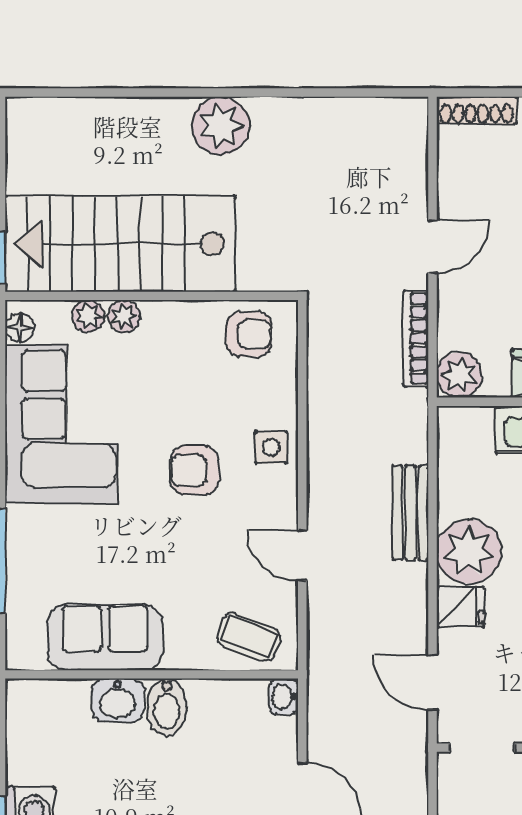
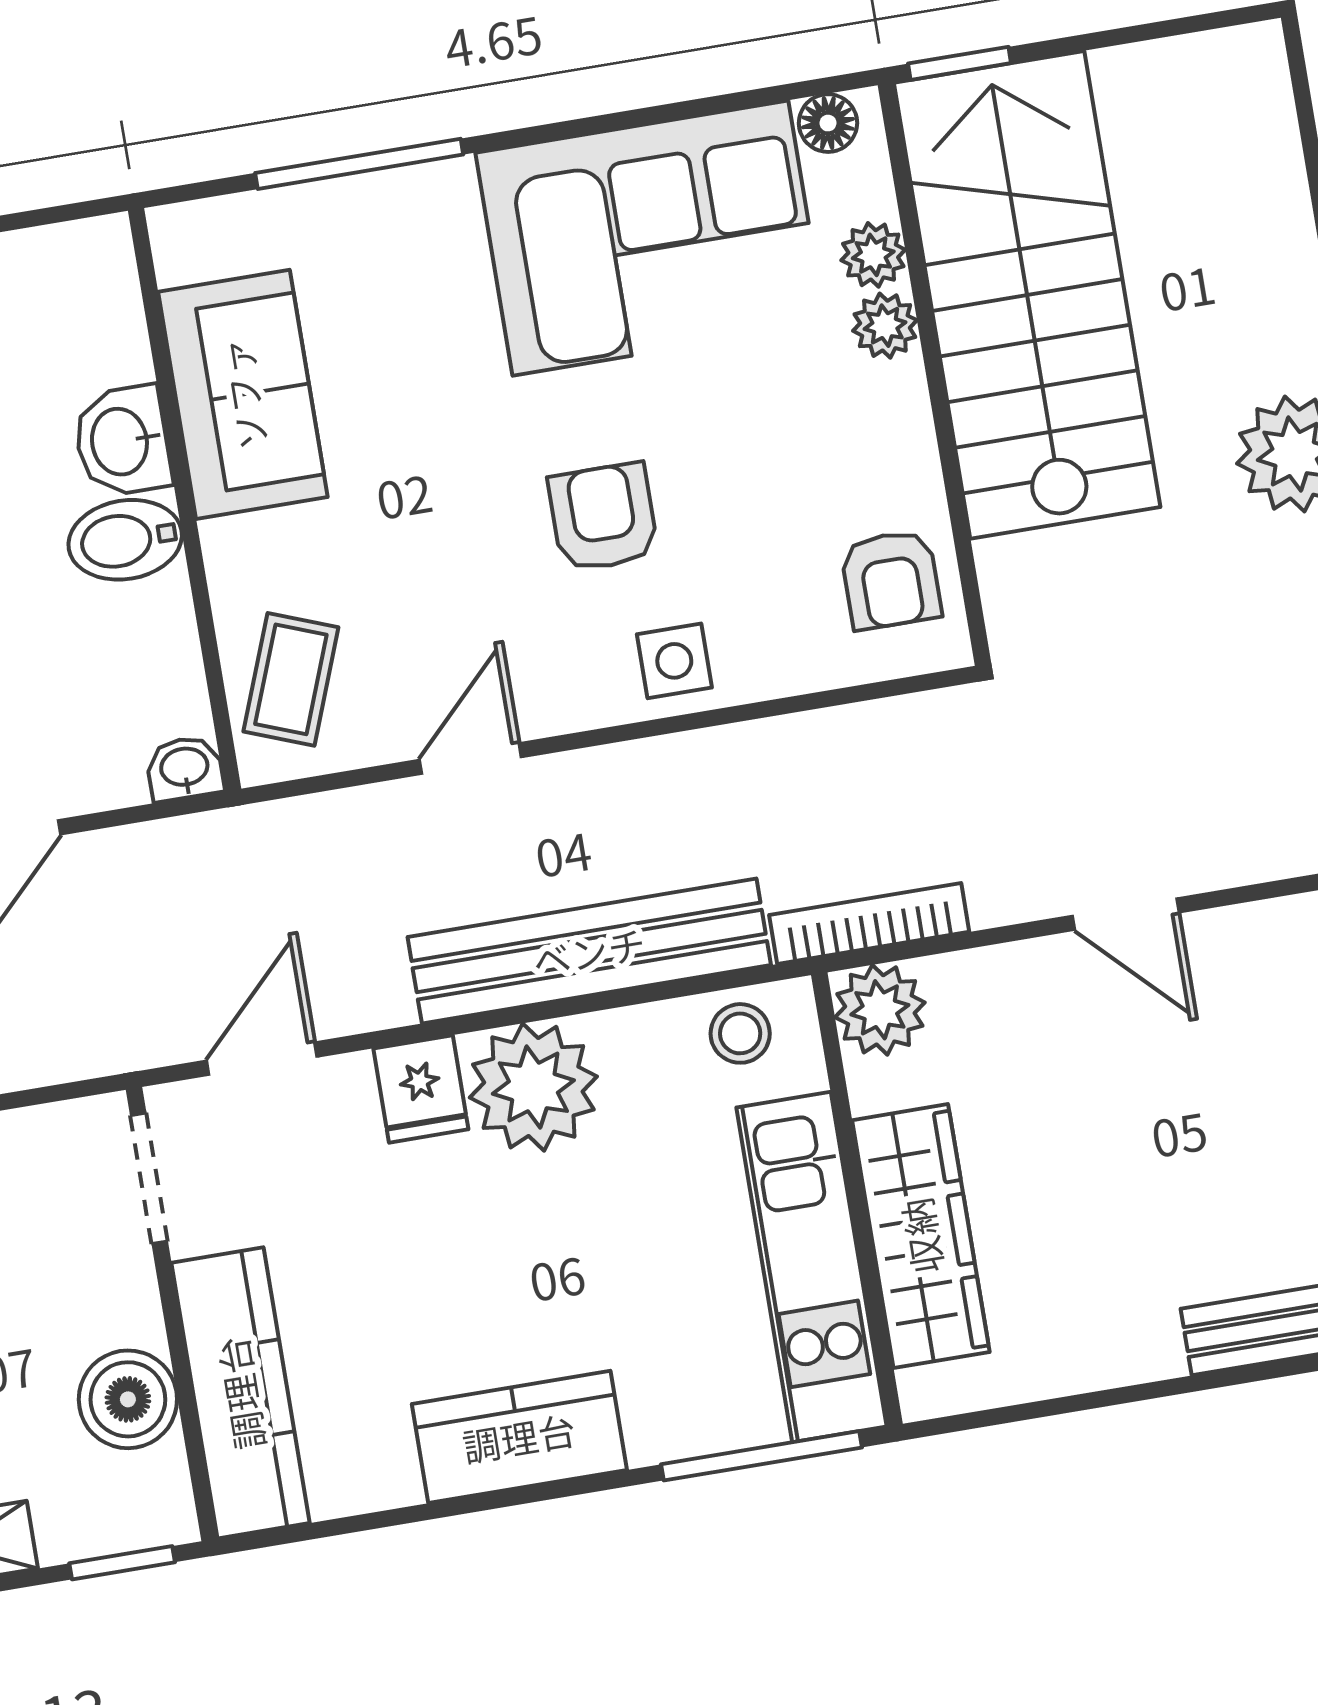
bookcase: (416, 338) -> (869, 923), moved
stool: (459, 445) -> (740, 1033), added
bench: (410, 513) -> (589, 951), width x1.86, depth x1.21

